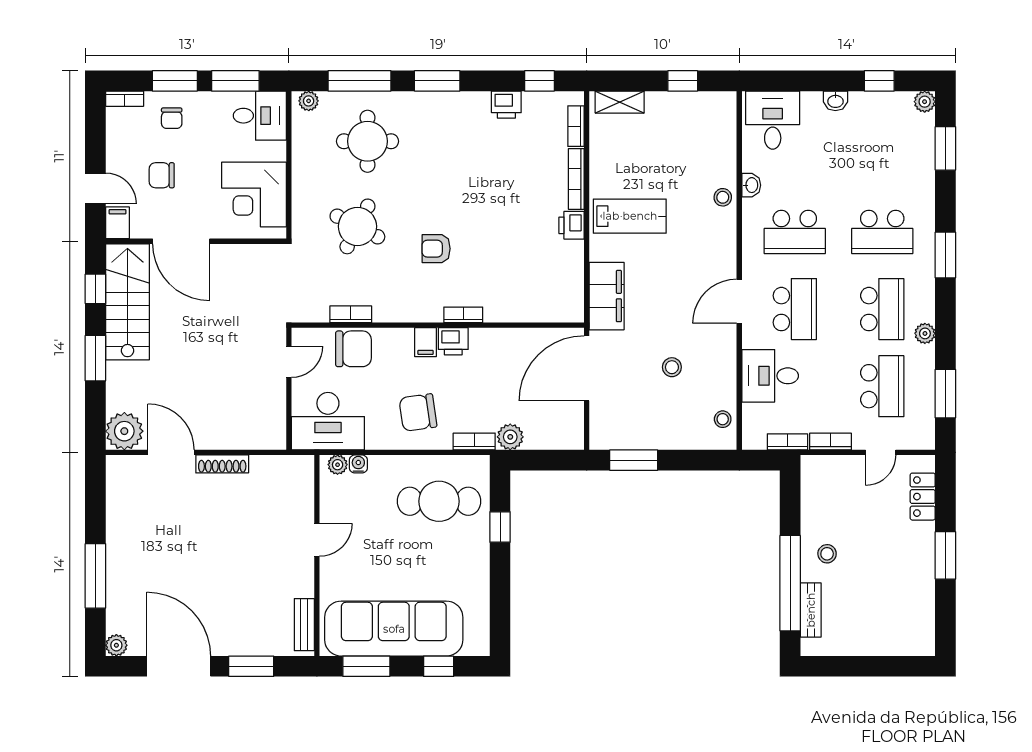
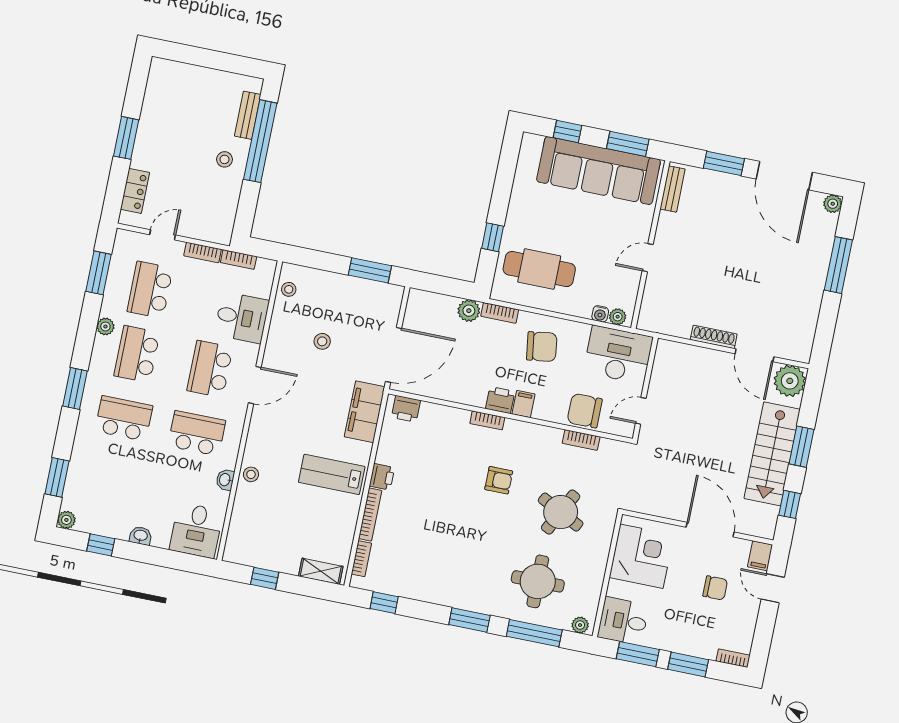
printer: (506, 105) -> (406, 409), moved, turned 180
chair: (172, 118) -> (697, 634), removed
stairs: (127, 302) -> (772, 454), moved

